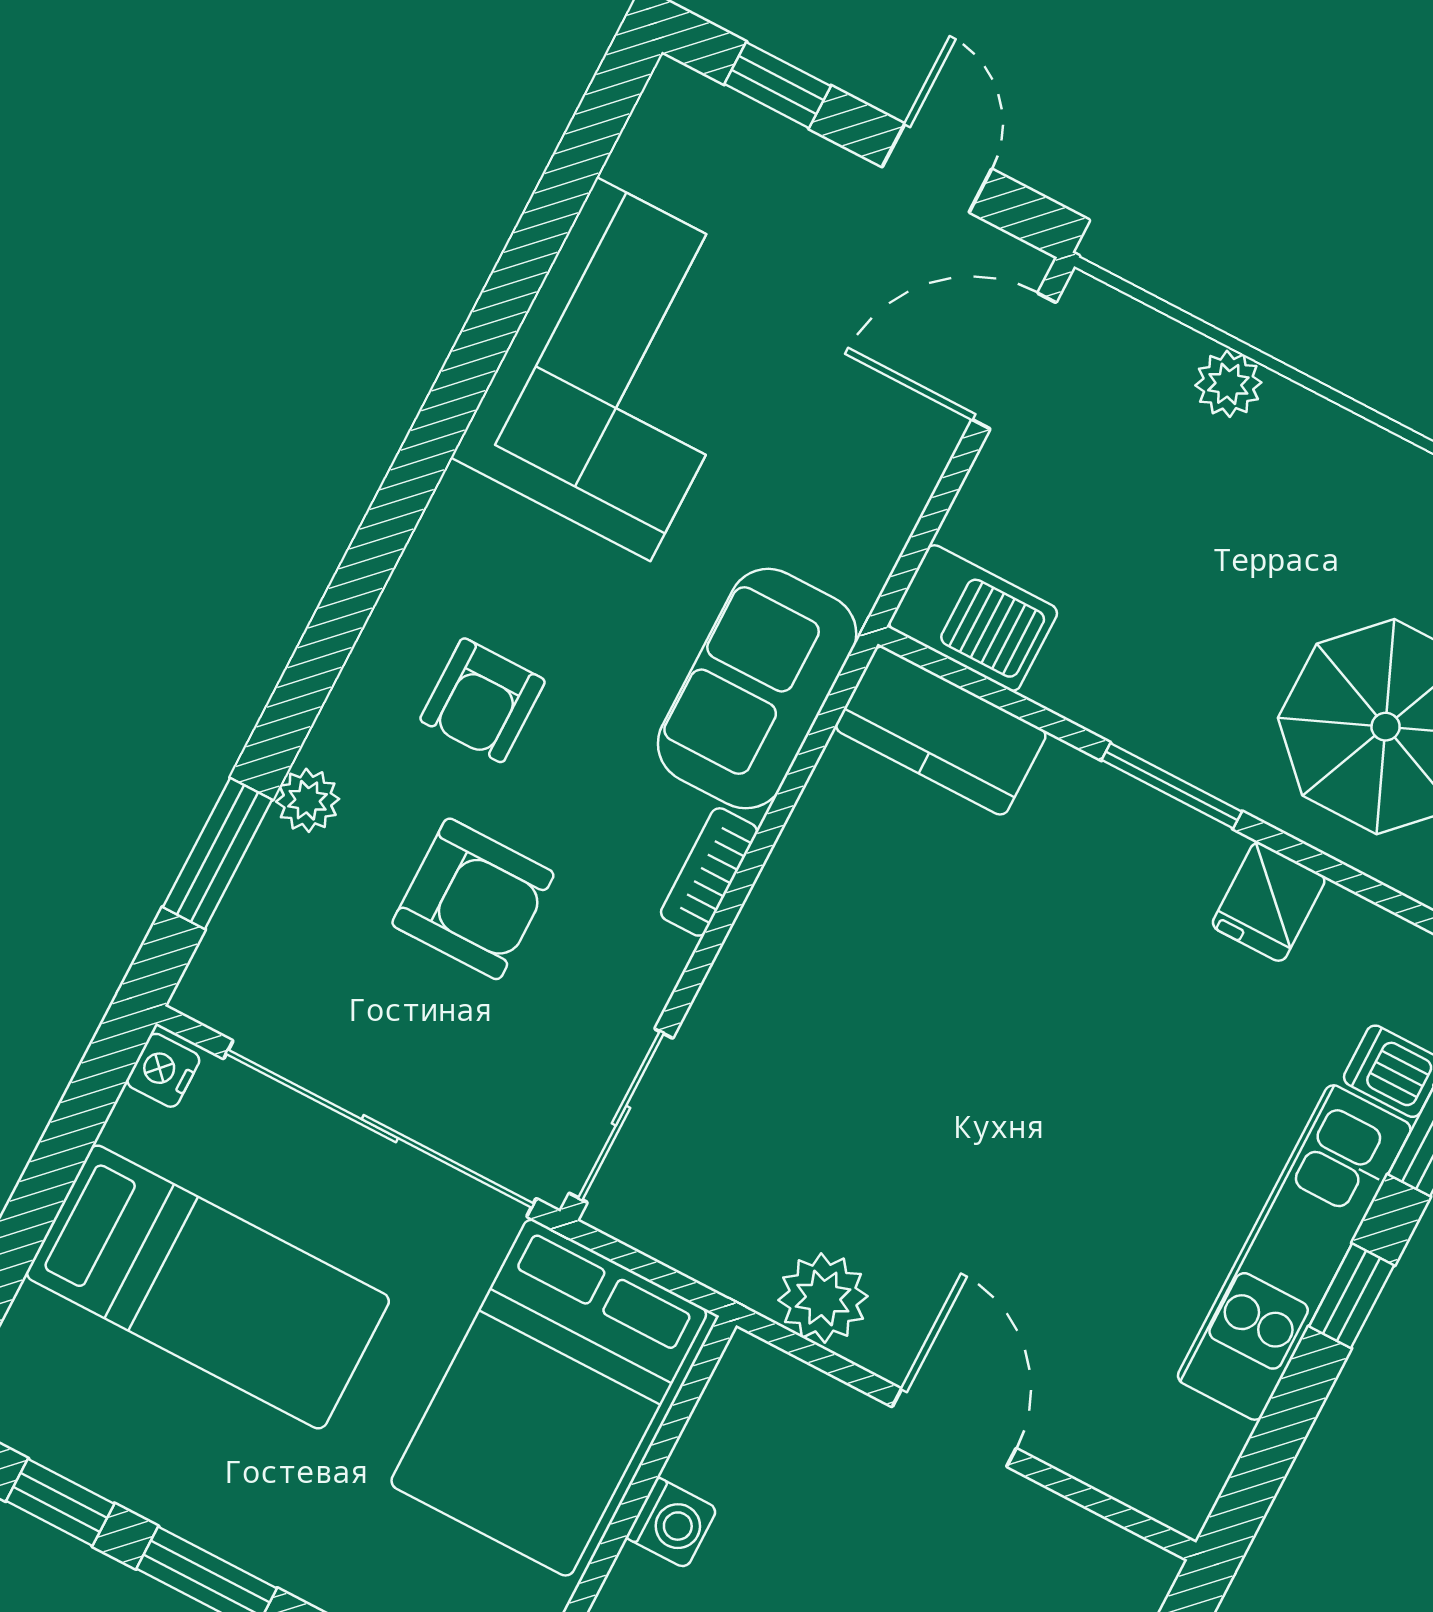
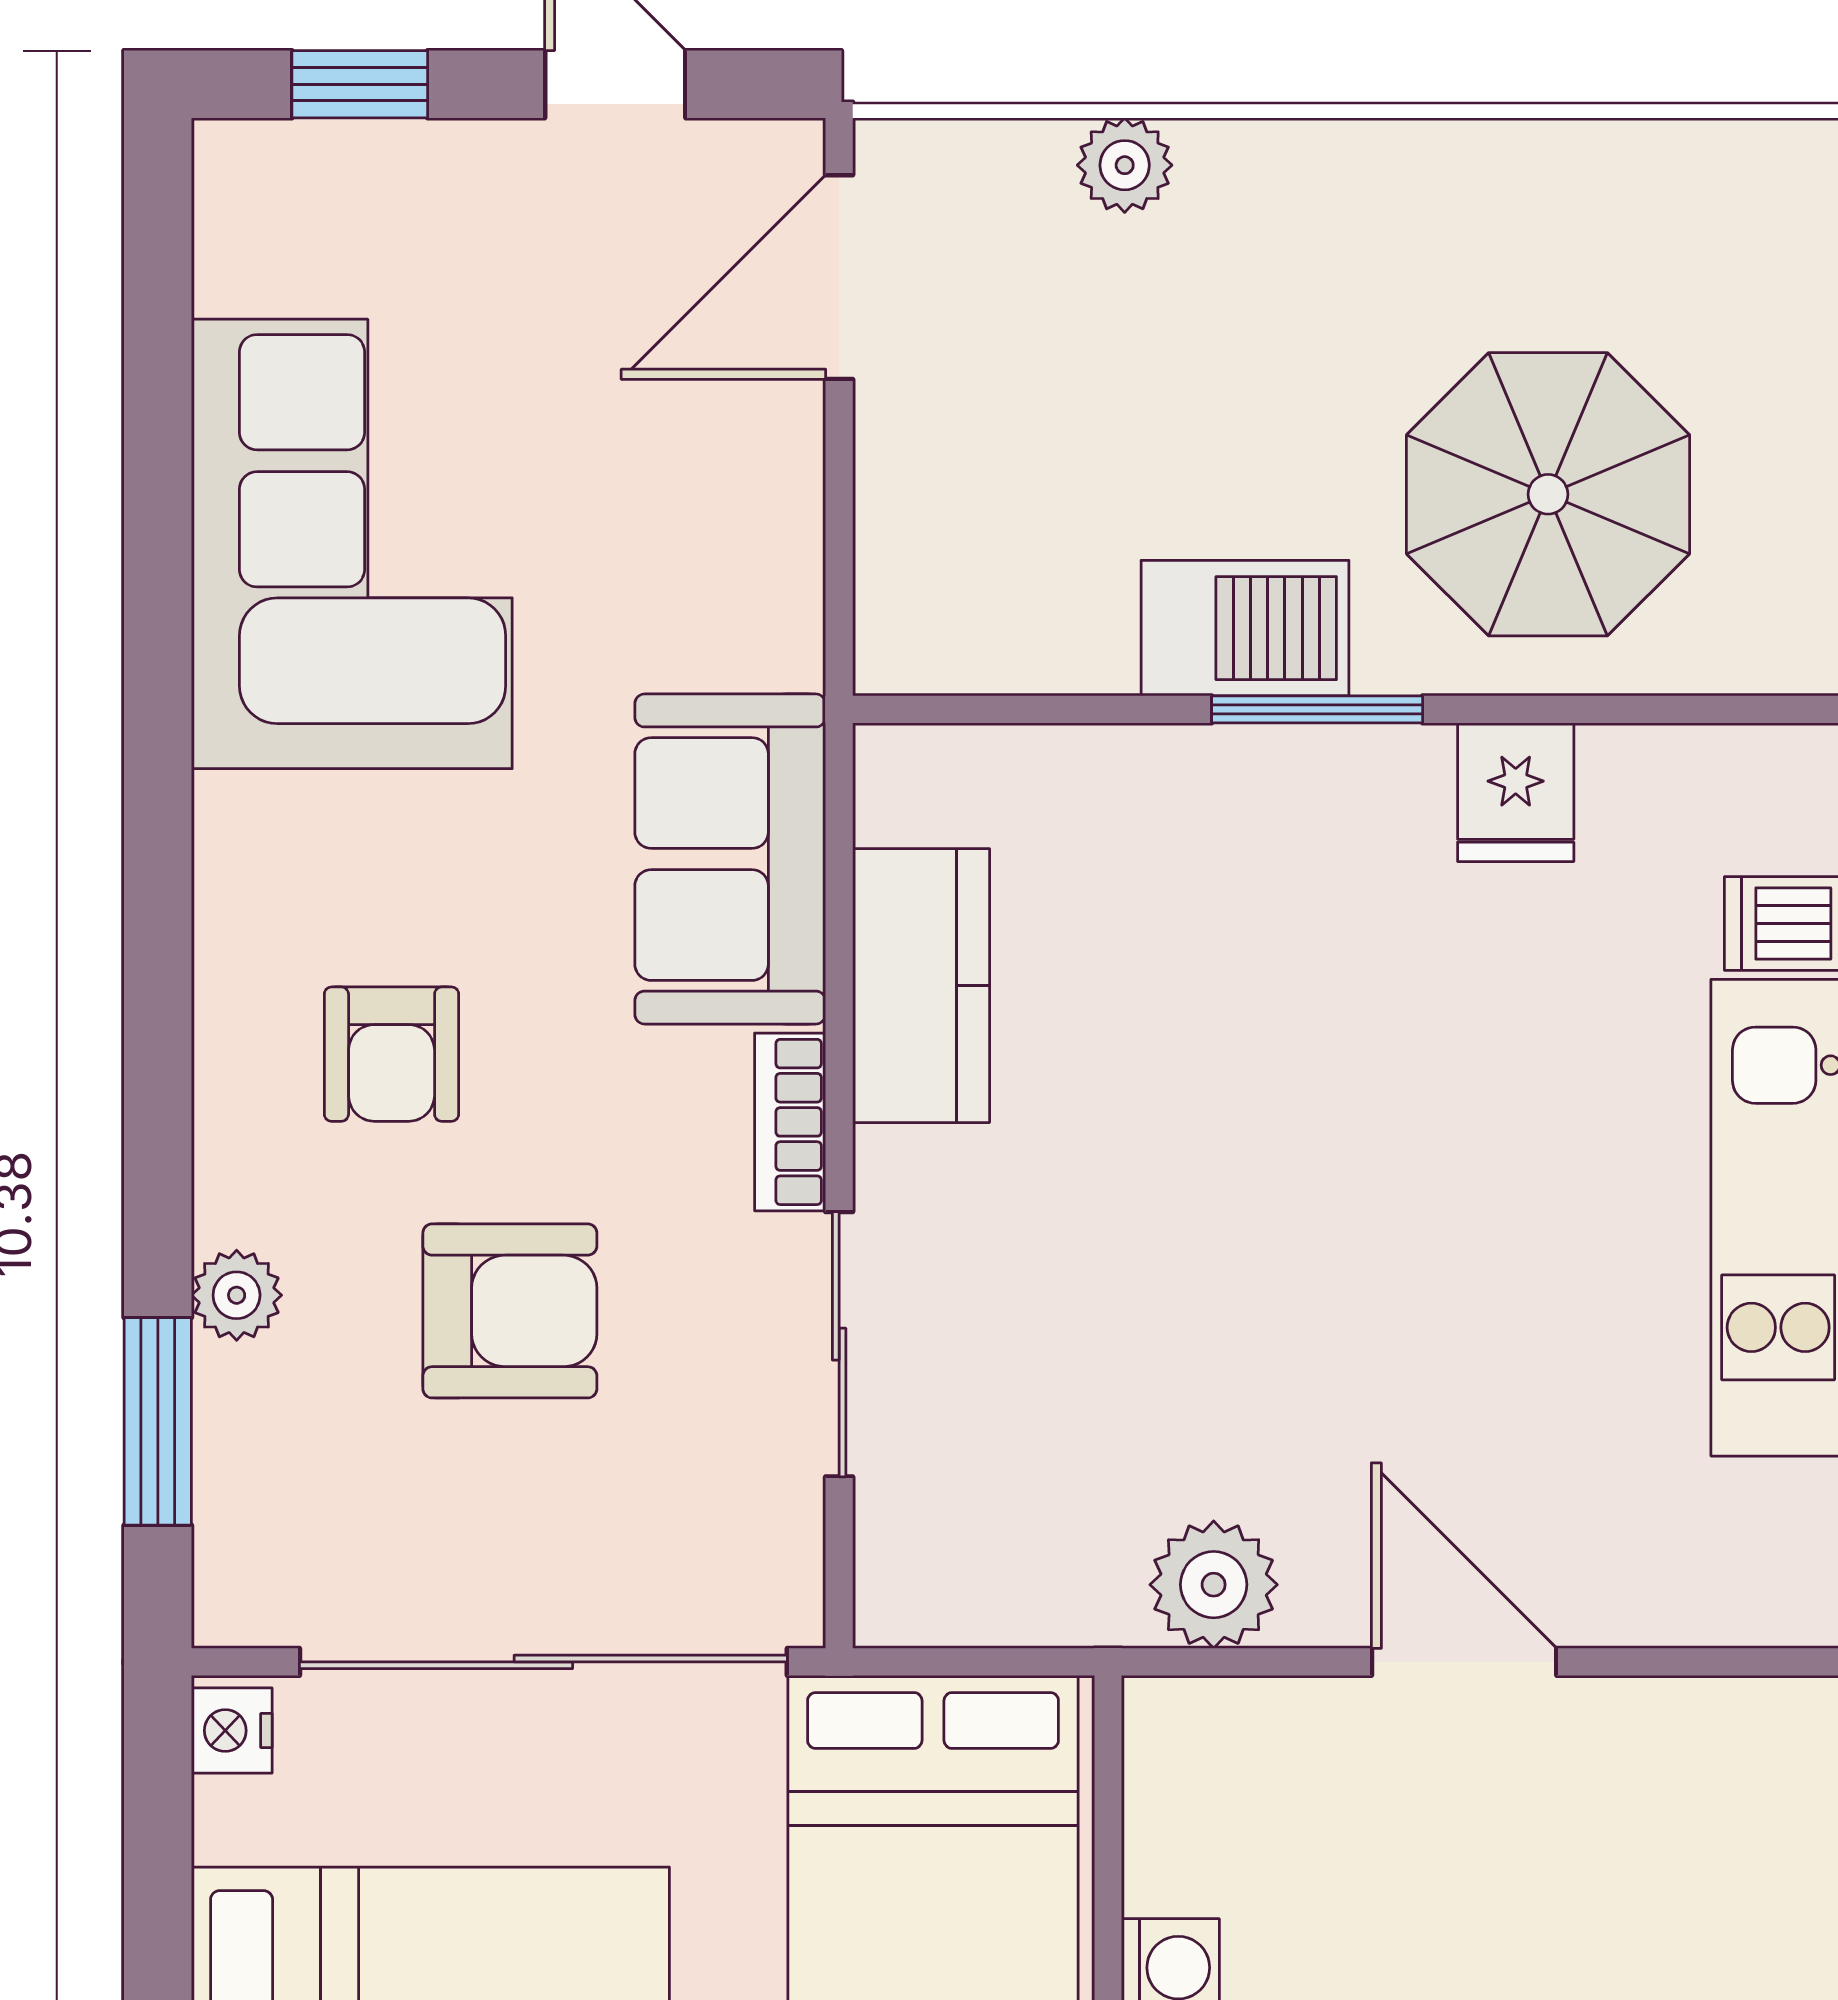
barbecue: (973, 618) -> (1245, 628), moved
kitchen counter: (941, 731) -> (921, 986), moved, turned -90
sliding door: (621, 1116) -> (839, 1344), moved

